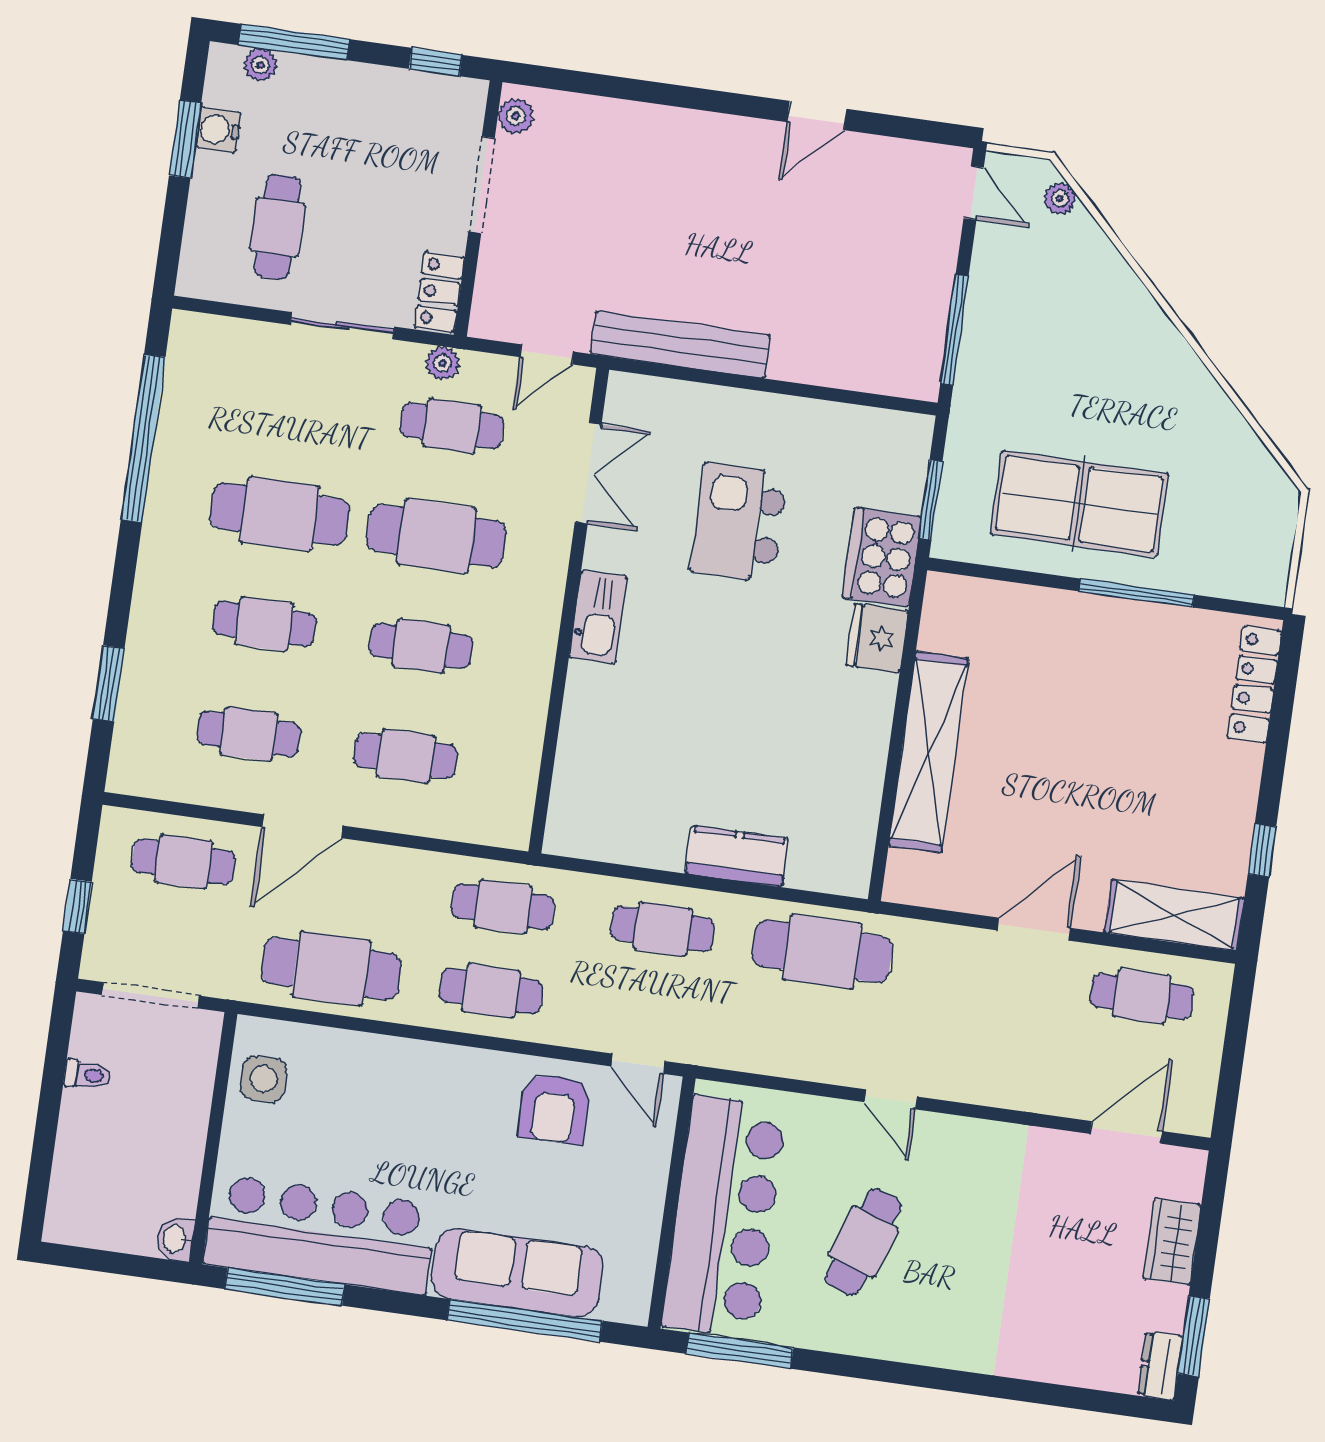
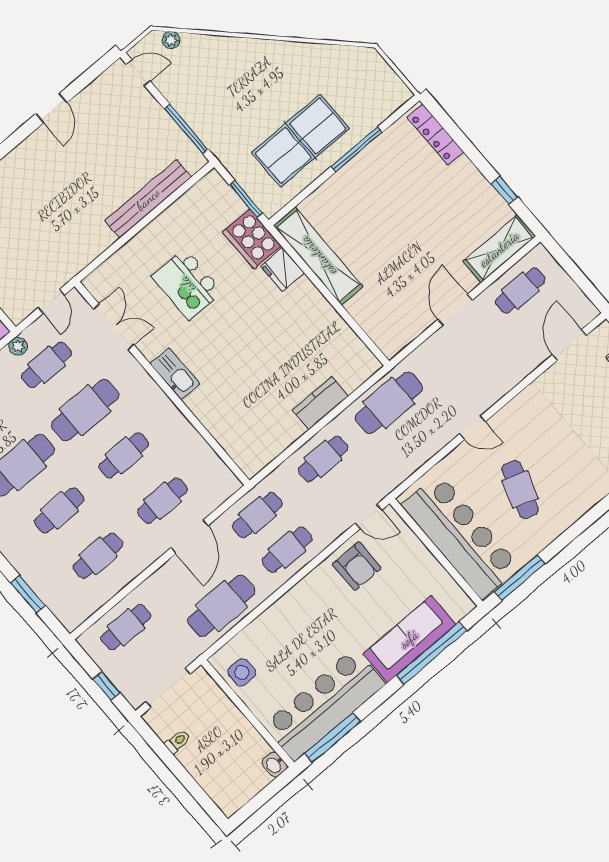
bench: (680, 345) -> (148, 199), moved
shelving: (929, 752) -> (318, 256), moved
door: (302, 826) -> (189, 537), moved

